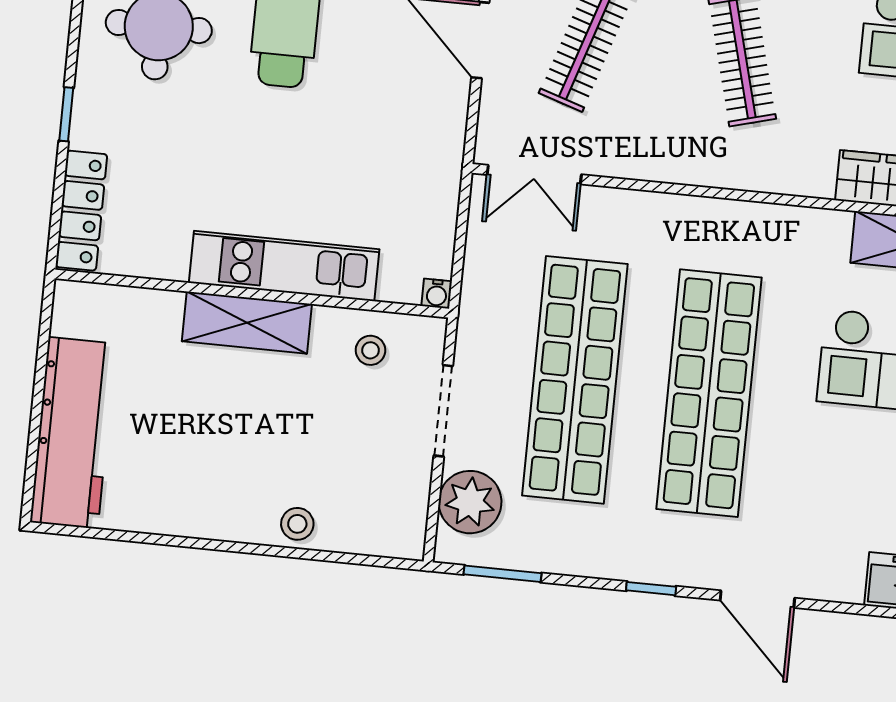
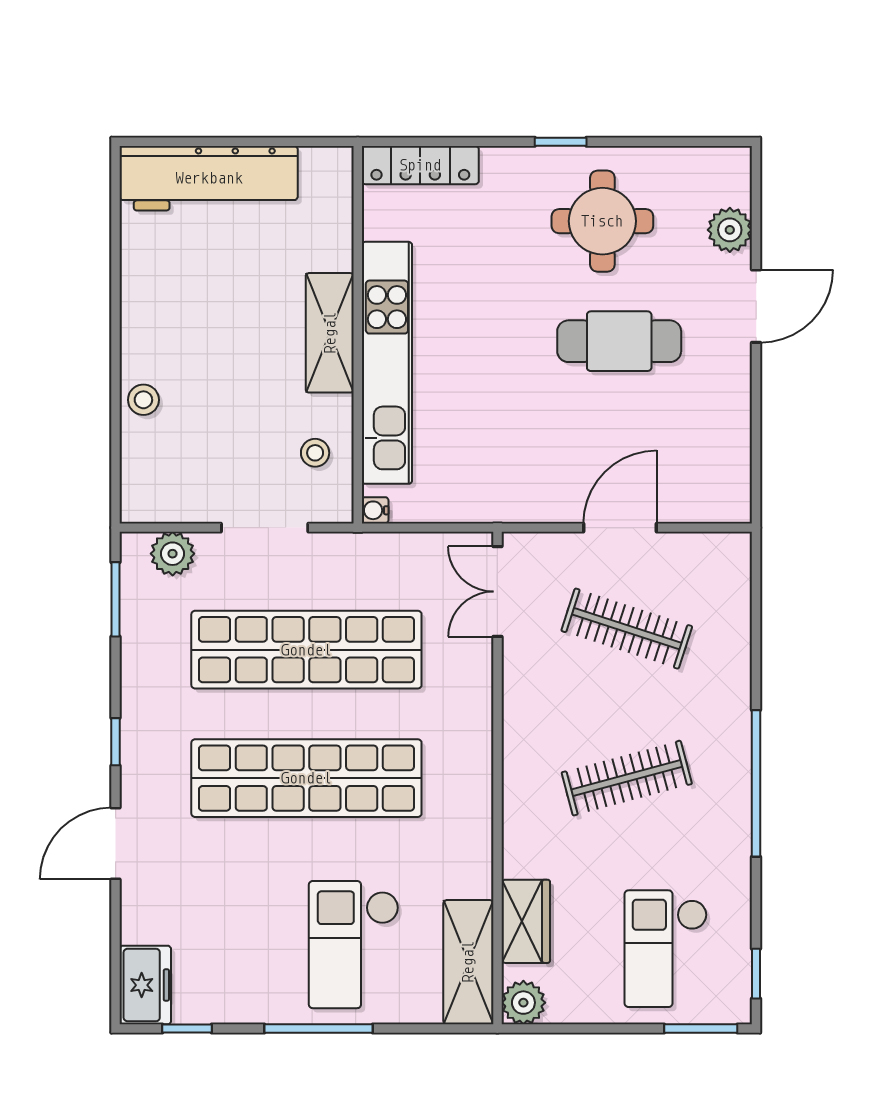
window: (66, 114) -> (561, 142), moved
kitchen unit: (284, 266) -> (387, 363), width x1.36
plant: (470, 502) -> (173, 554), width x0.73, depth x0.73

